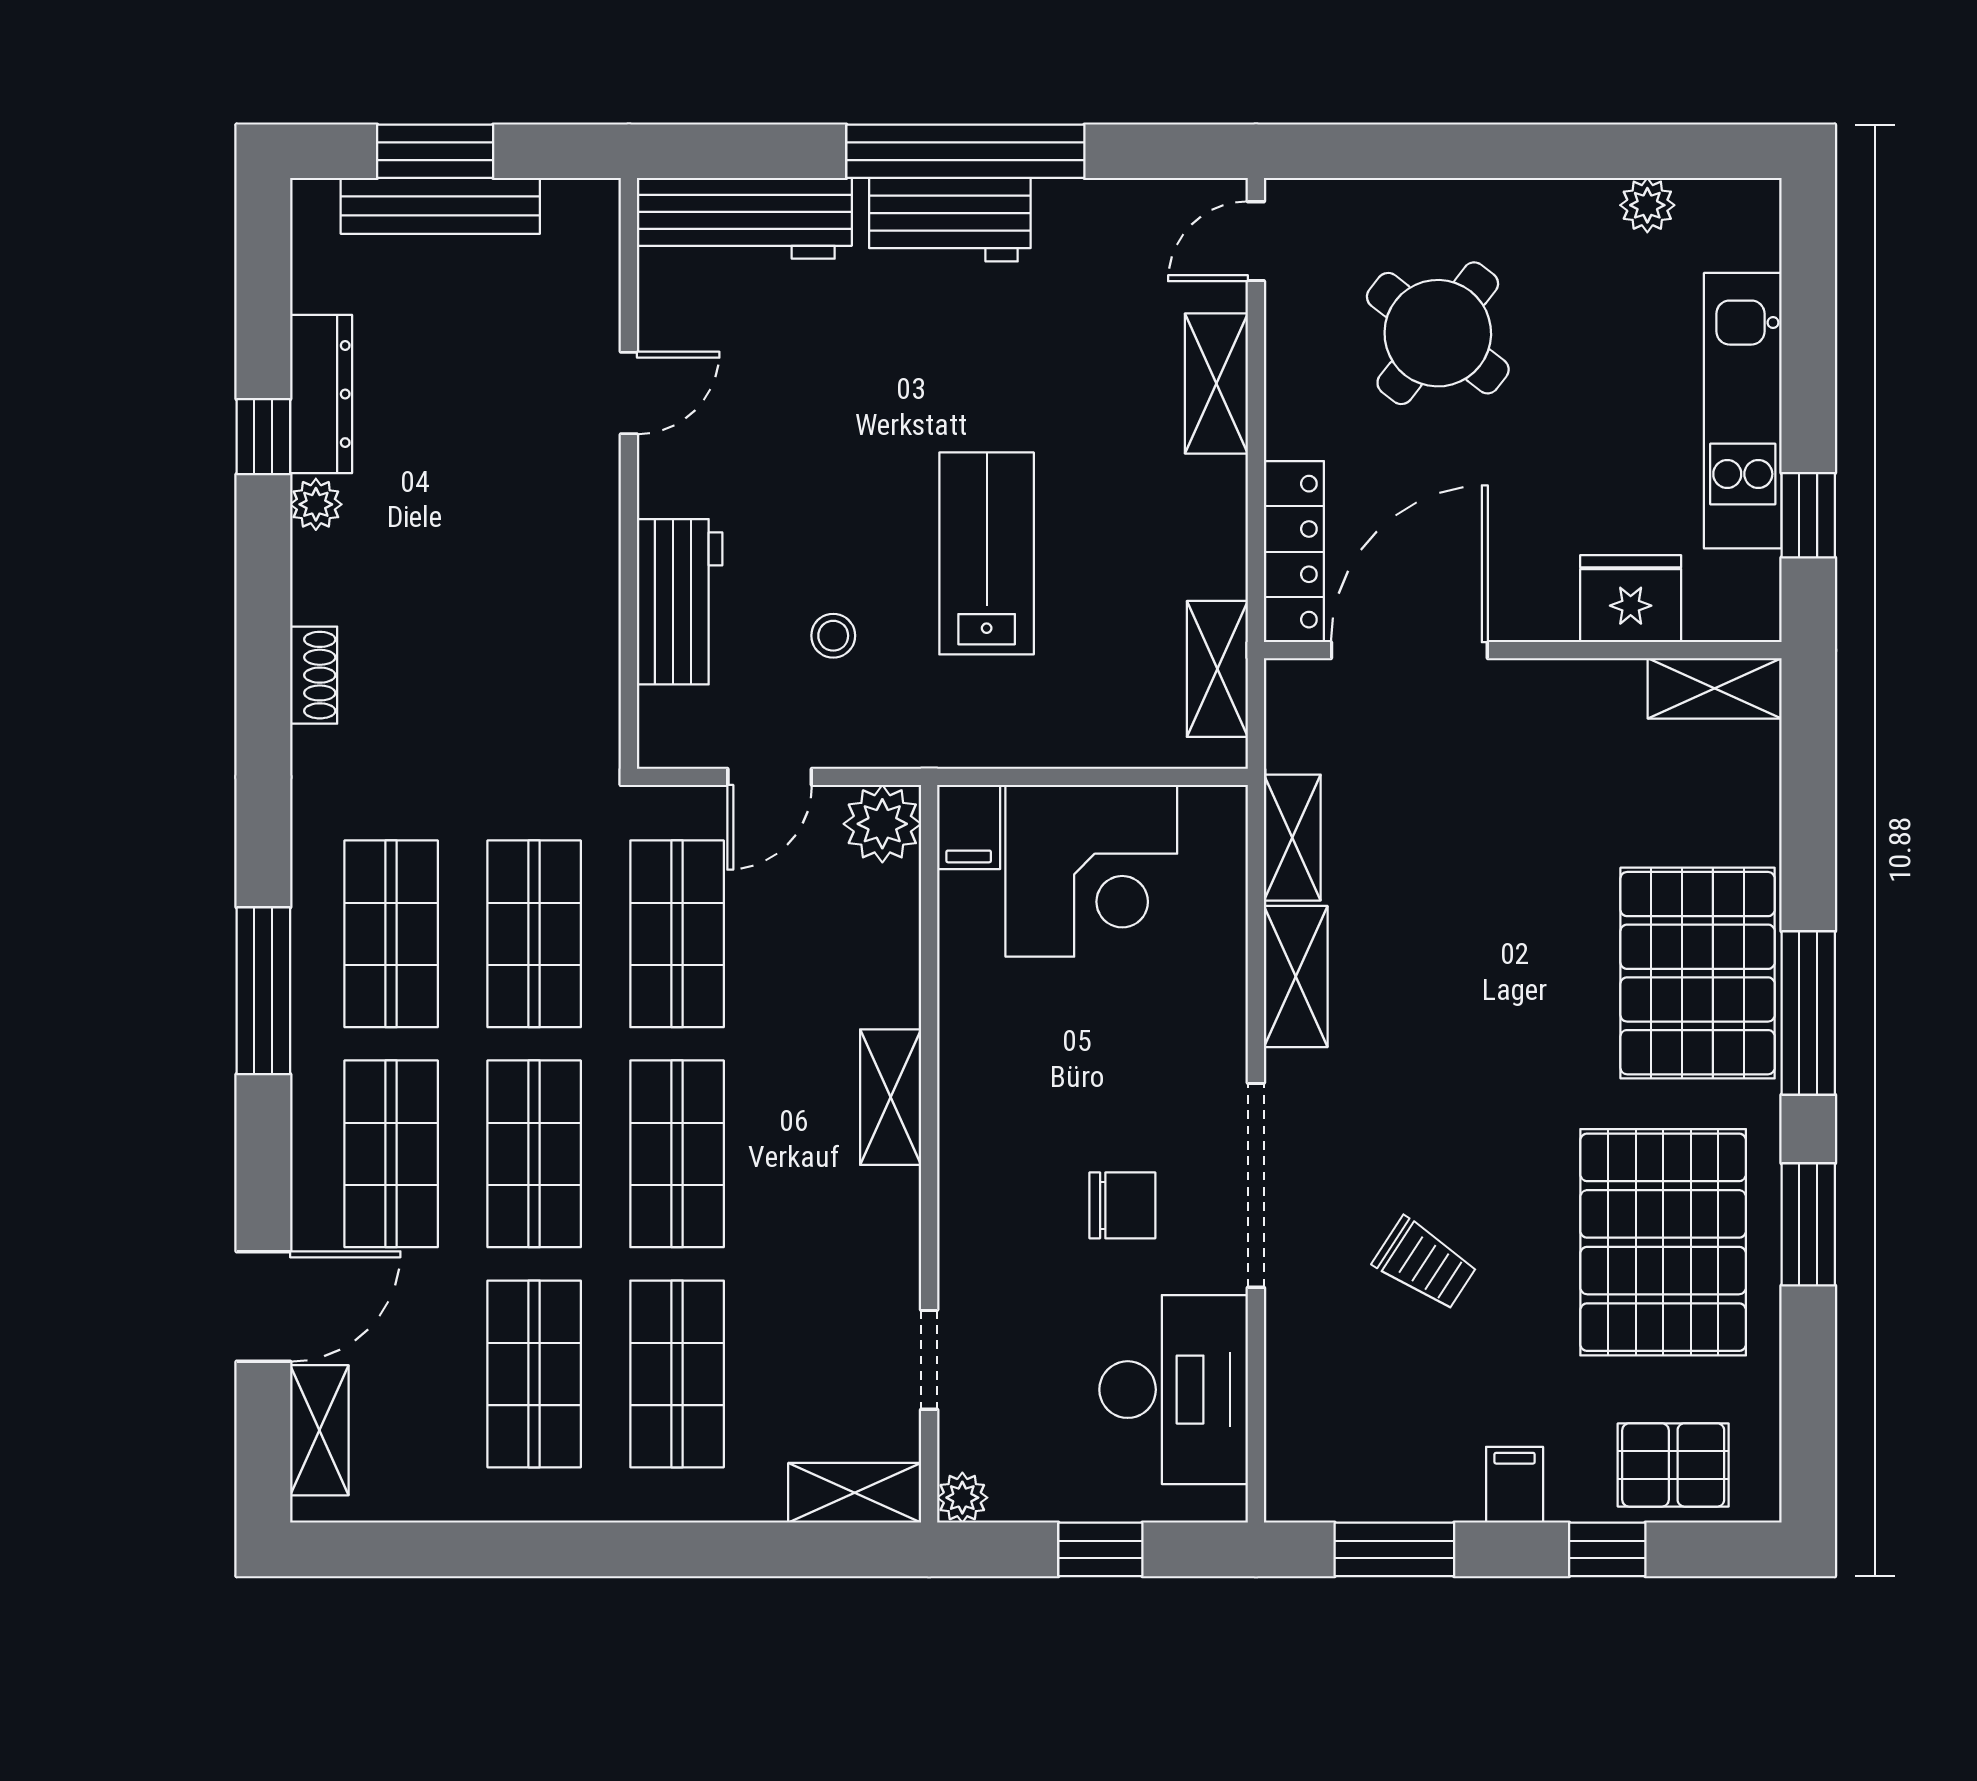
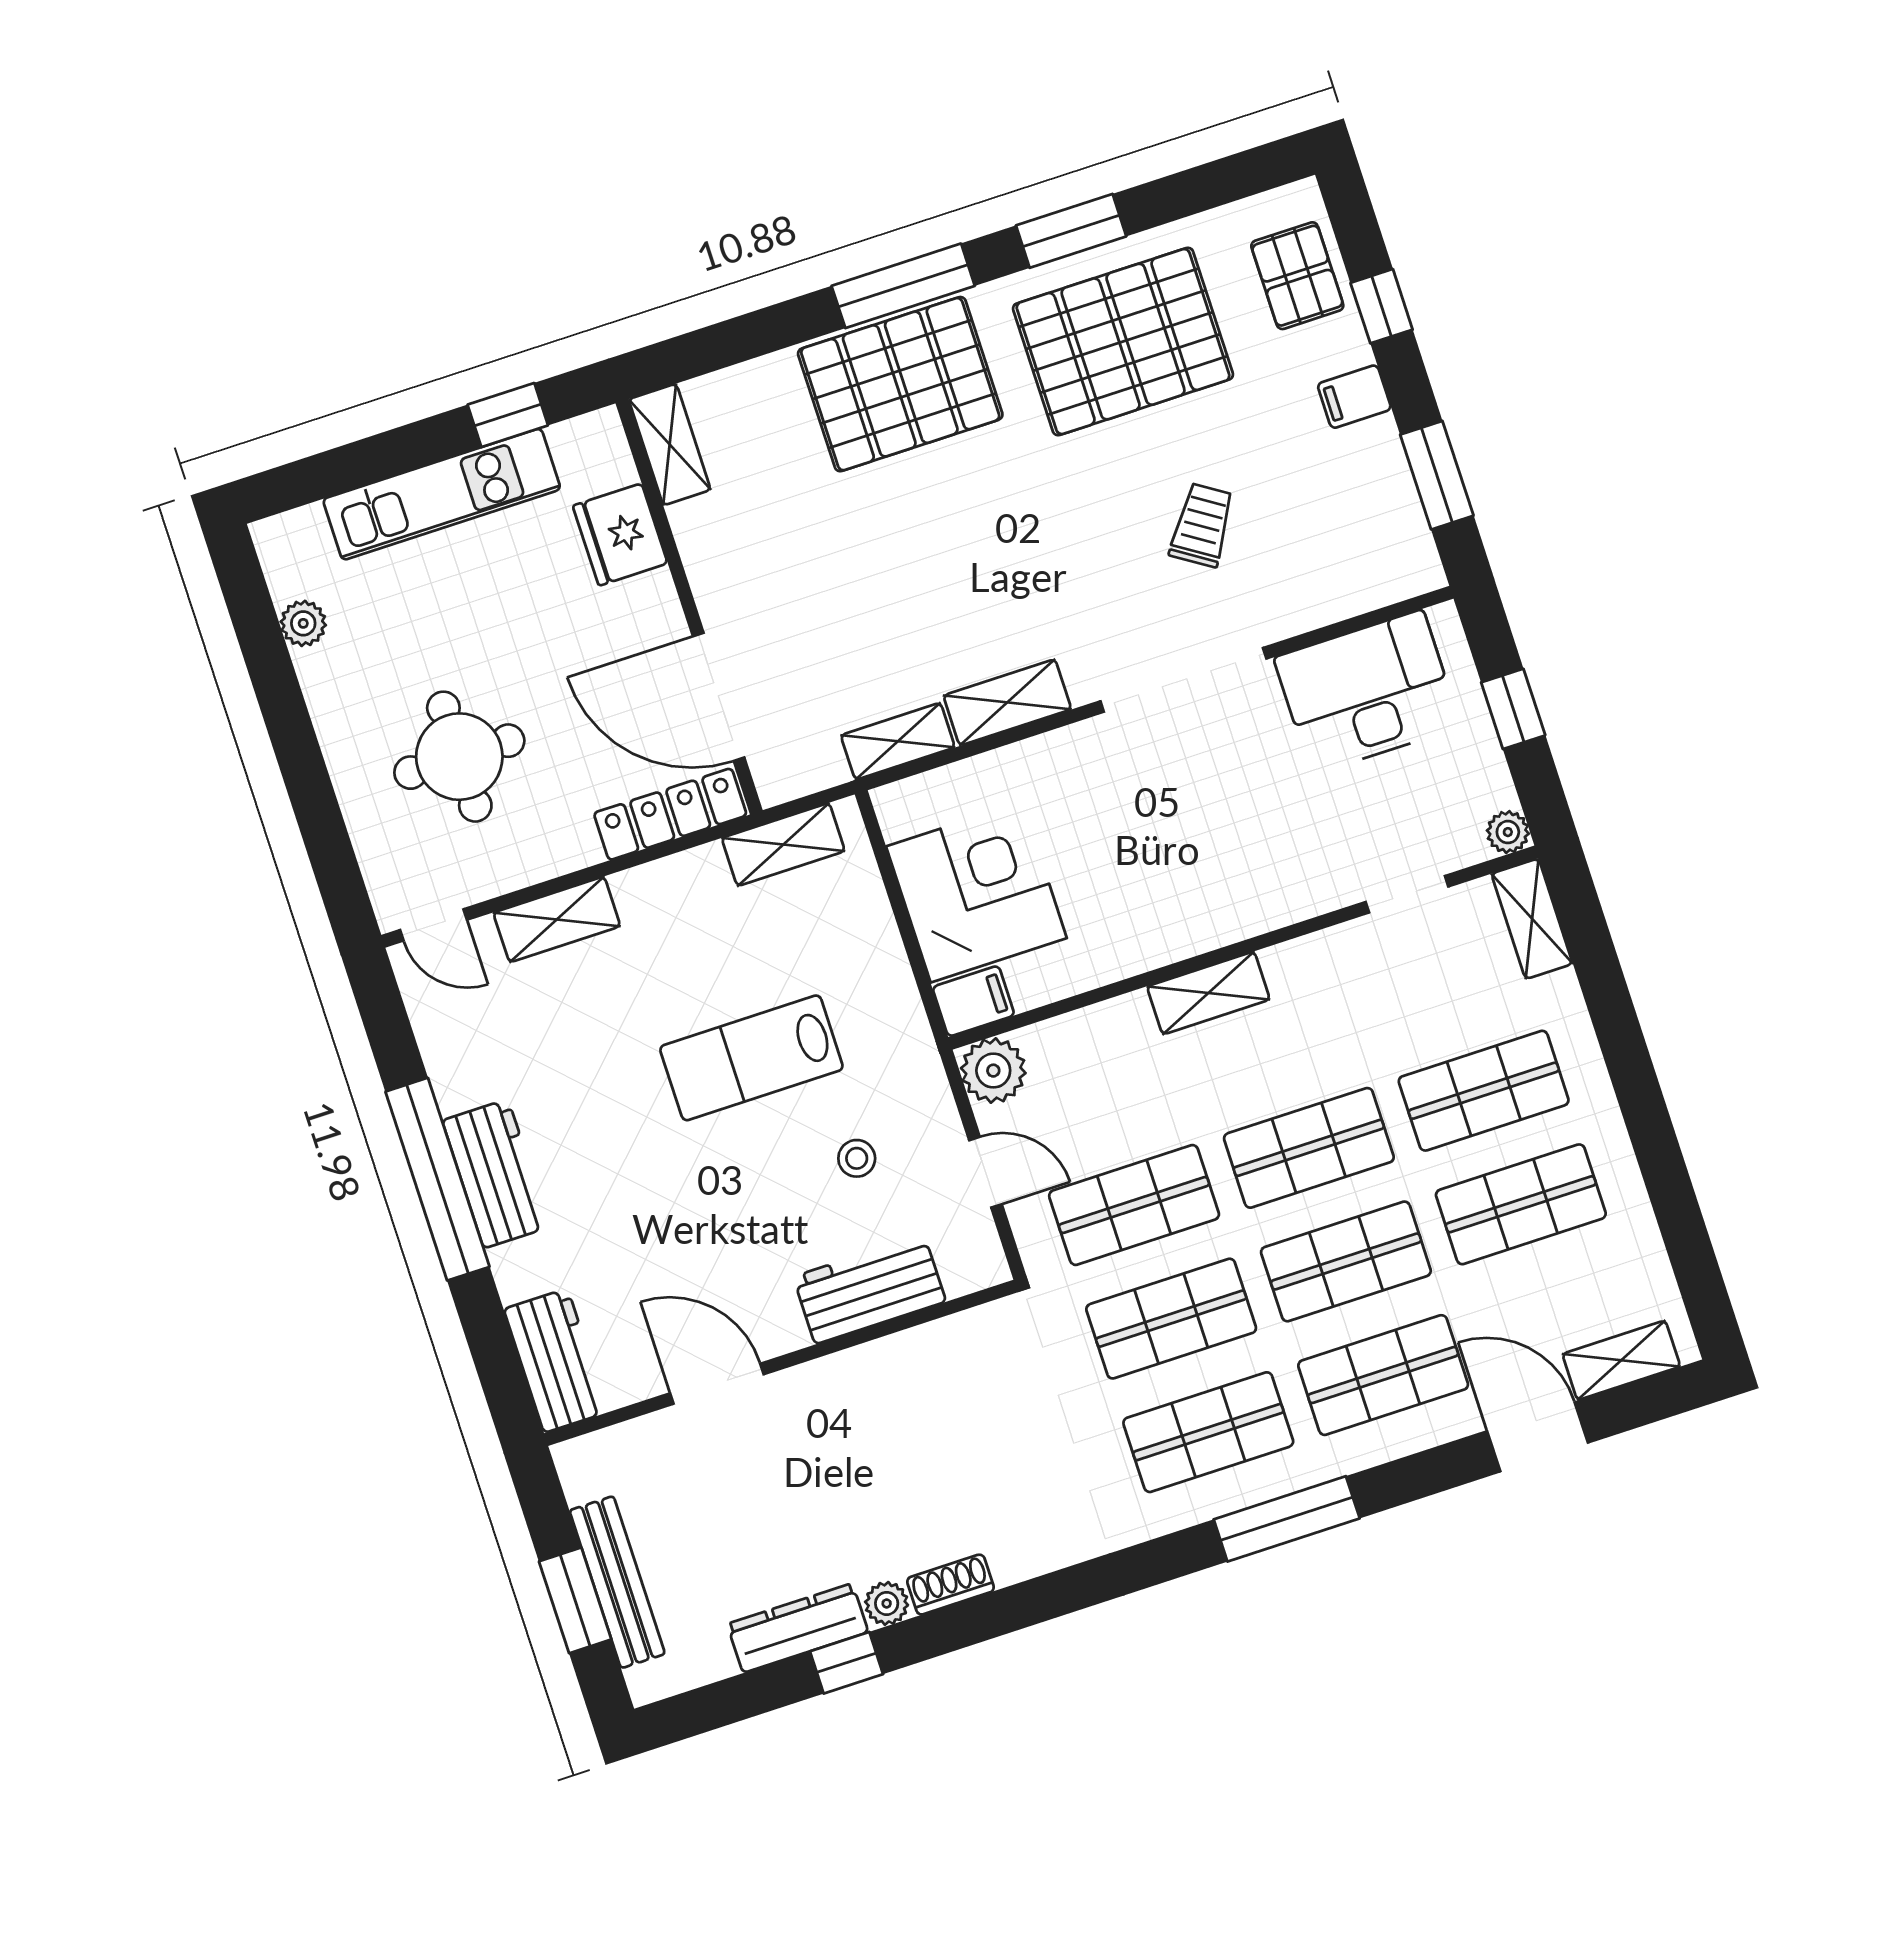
workbench: (744, 218) -> (556, 1361), width x0.73
round table: (1438, 333) -> (459, 757), turned -38
door: (629, 393) -> (717, 1384), width x1.38
shoe rack: (314, 675) -> (950, 1585), moved
chair: (1122, 1205) -> (1234, 781), removed

